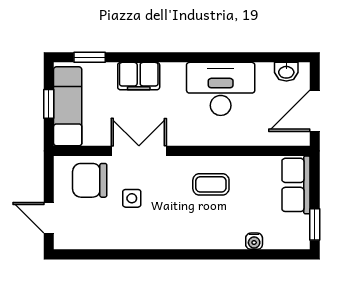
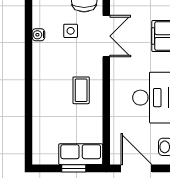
window: (315, 224) -> (74, 168), moved
water cooler: (254, 241) -> (38, 35), moved

